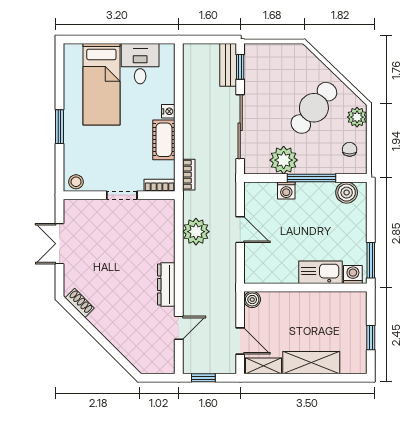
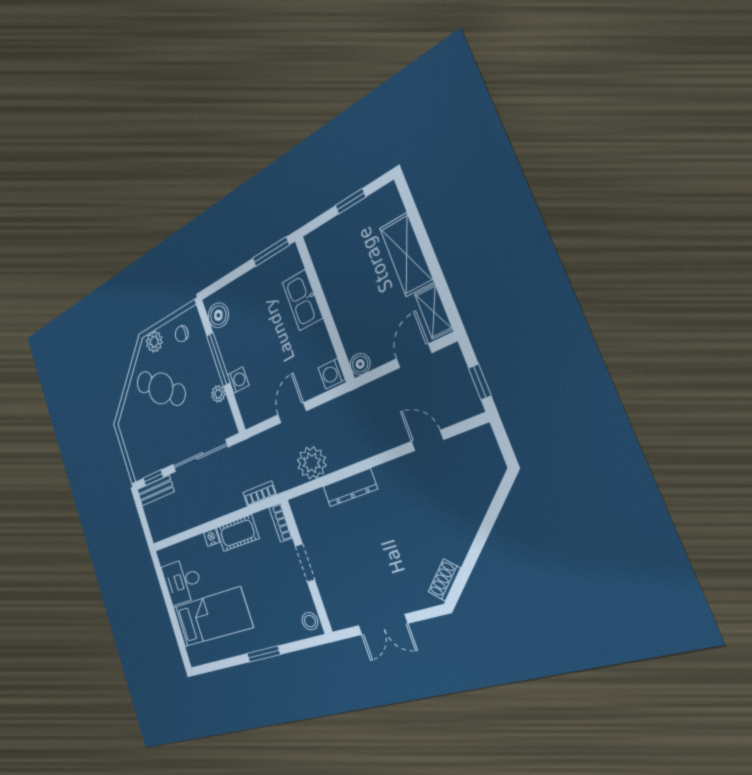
plant: (284, 160) -> (218, 394), width x0.53, depth x0.53
washing machine: (353, 274) -> (332, 374), moved
dresser: (166, 284) -> (350, 488), moved

